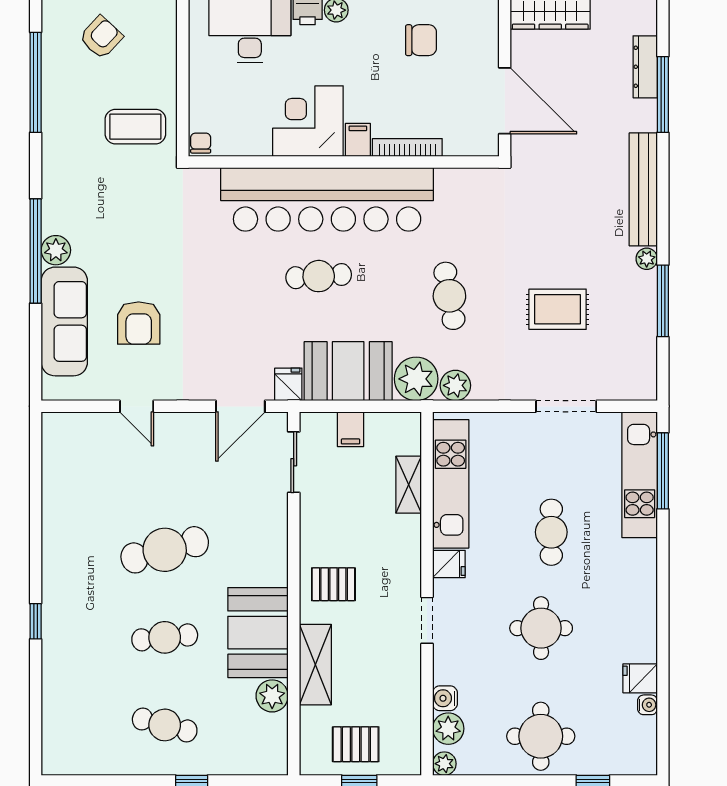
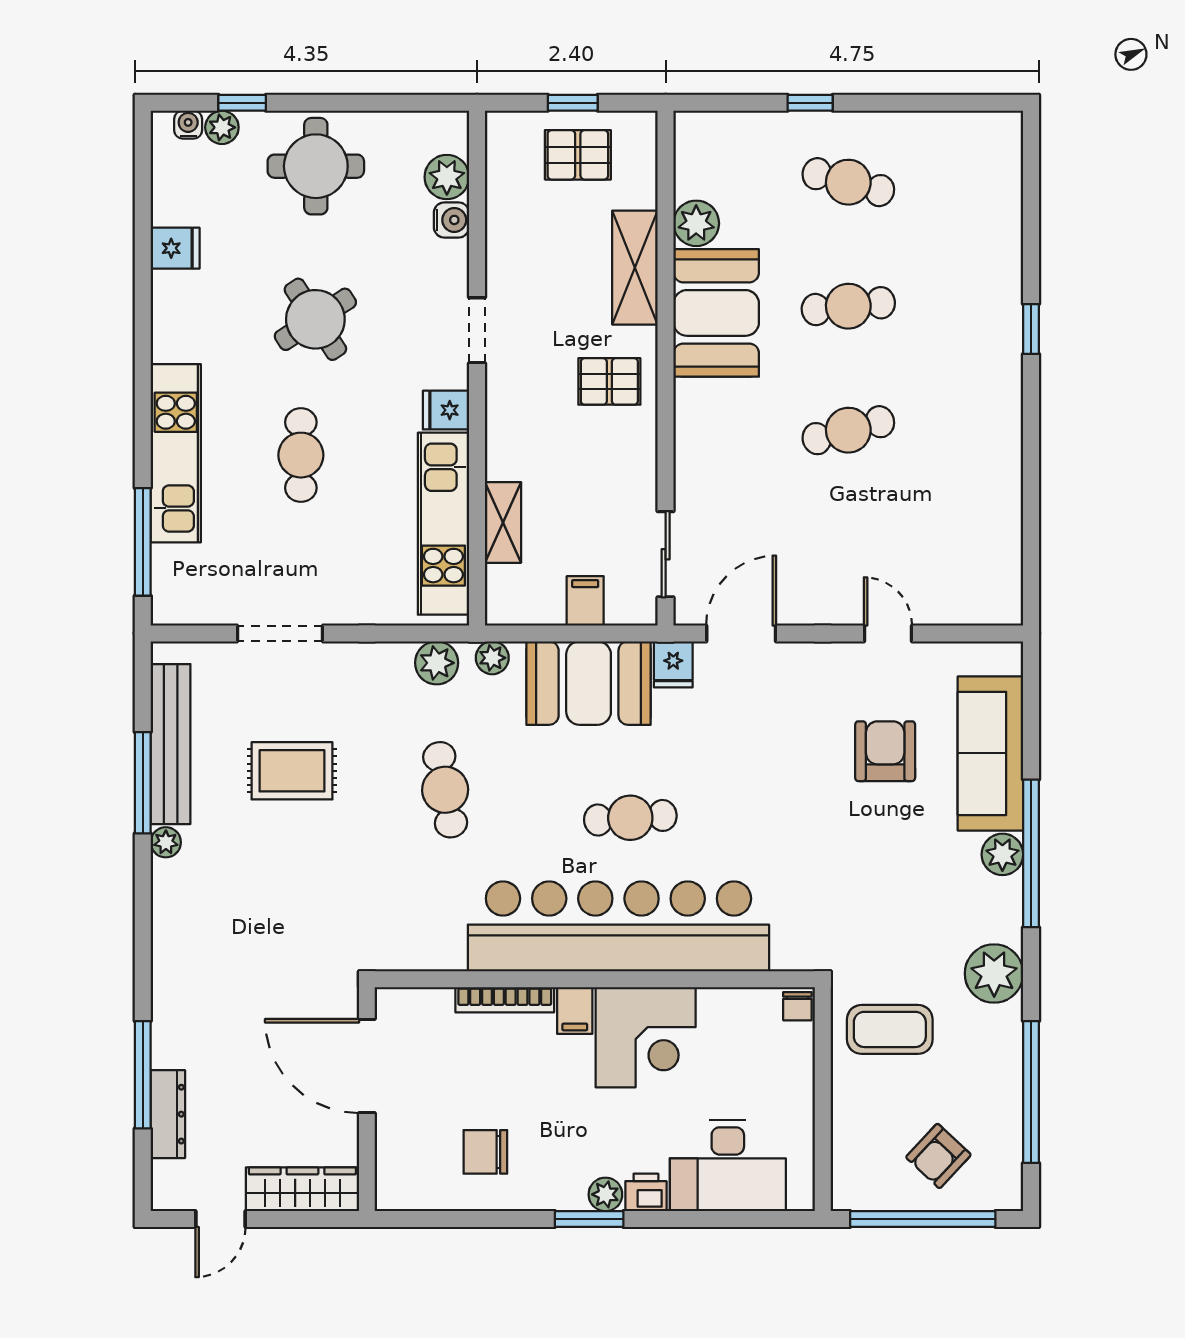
plant: (62, 166) -> (994, 974), added
bench: (643, 189) -> (171, 744), moved
plant: (416, 379) -> (492, 658), width x0.53, depth x0.53
kitchen unit: (640, 475) -> (176, 453), moved
cafe table: (165, 550) -> (848, 430), width x0.73, depth x0.74
round table: (541, 628) -> (315, 319), turned -33
water cooler: (648, 705) -> (188, 125), moved, turned 90
plant: (444, 764) -> (222, 127), moved

